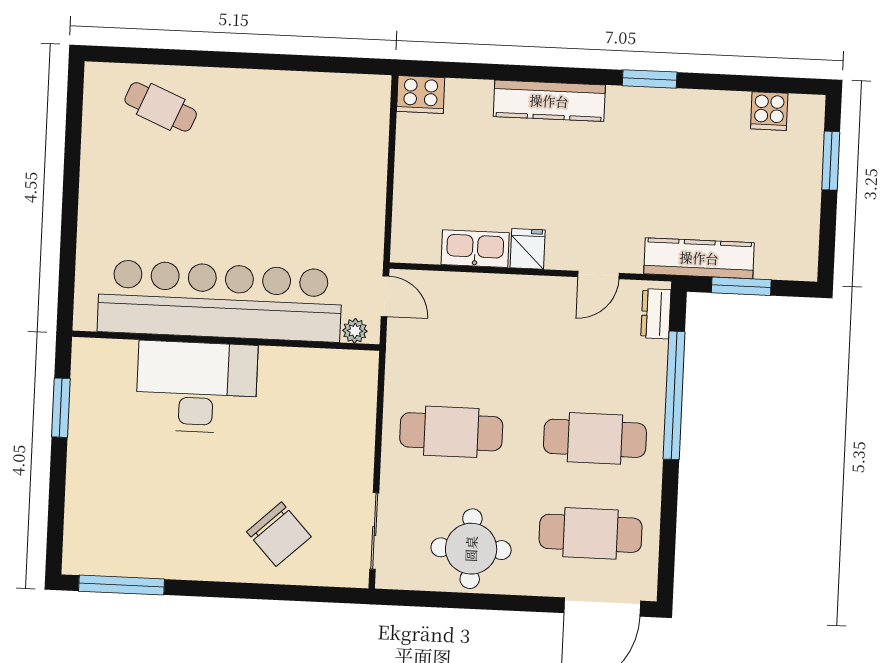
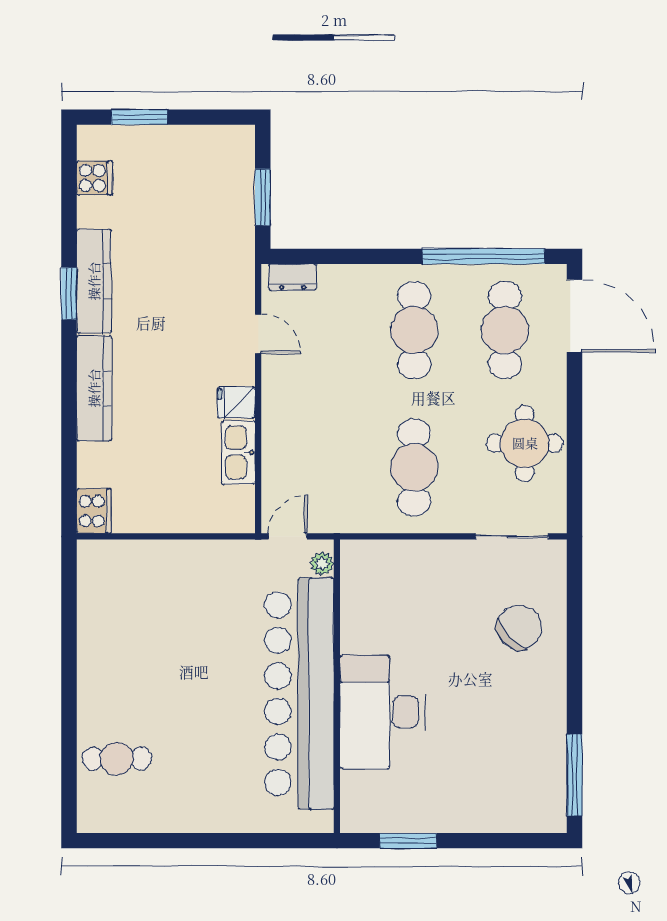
cafe table: (161, 107) -> (117, 758), turned 67
kitchen counter: (699, 258) -> (94, 281), moved, turned 180
window: (674, 395) -> (483, 256), moved

